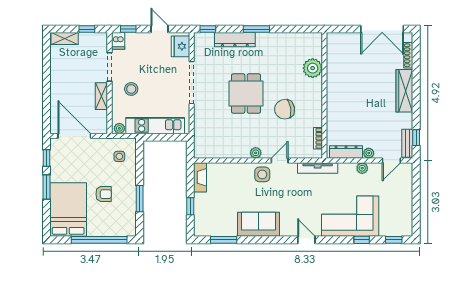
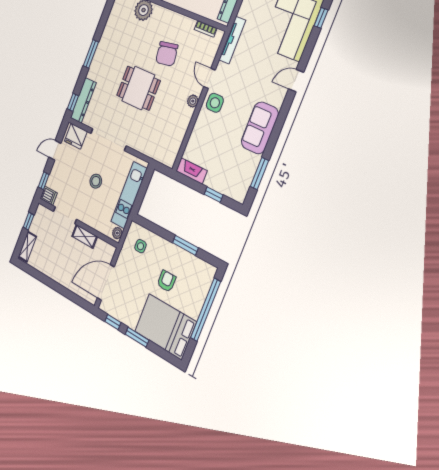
dresser: (235, 40) -> (83, 100), moved
stool: (131, 89) -> (96, 181), moved

